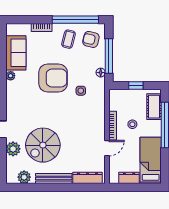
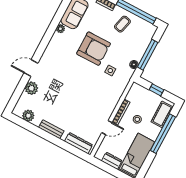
armchair: (91, 39) -> (140, 34), removed
spiral stairs: (43, 145) -> (57, 98), removed
bench: (54, 179) -> (51, 129), width x0.73

